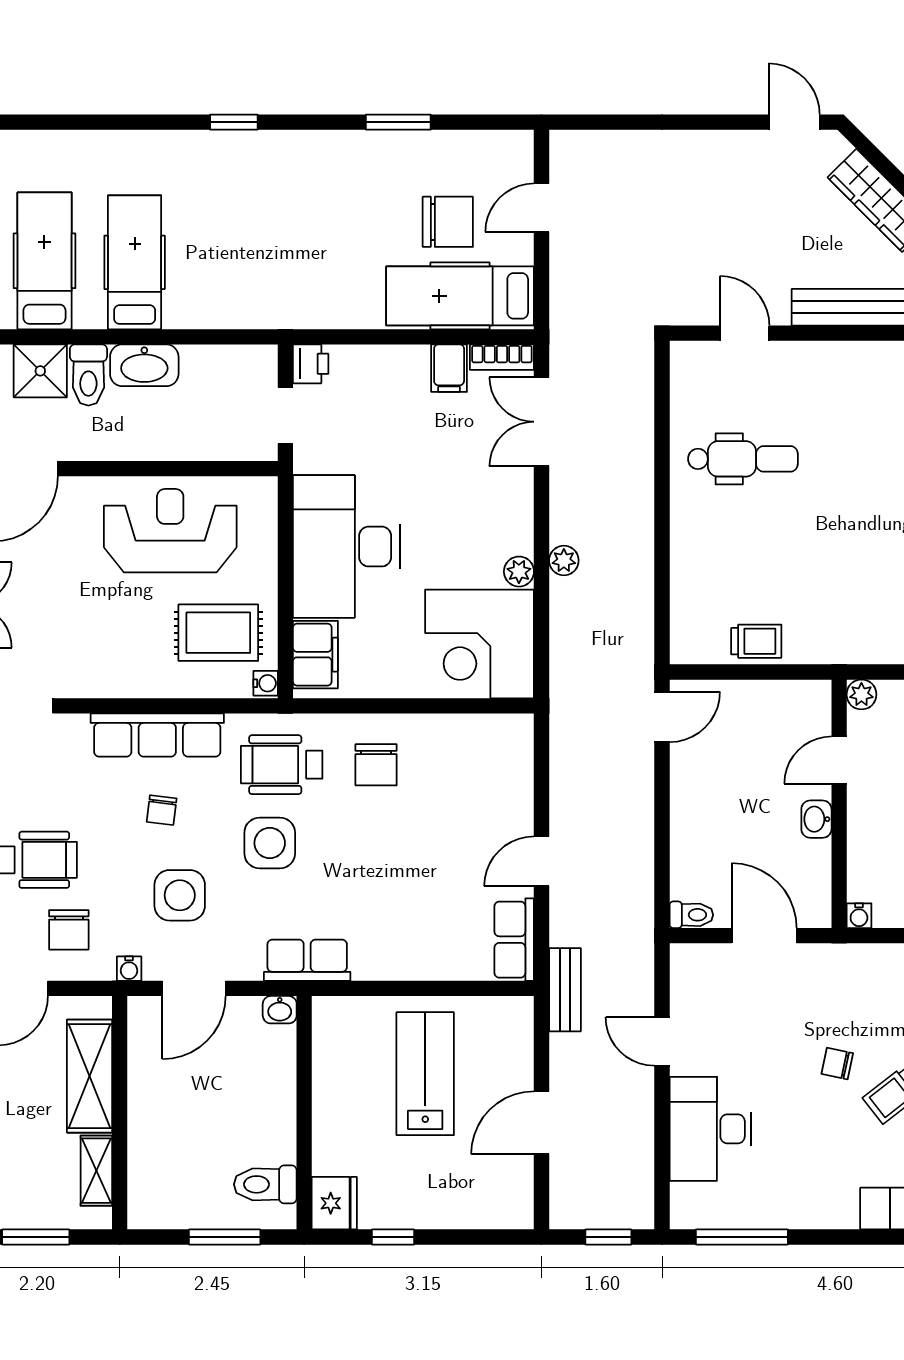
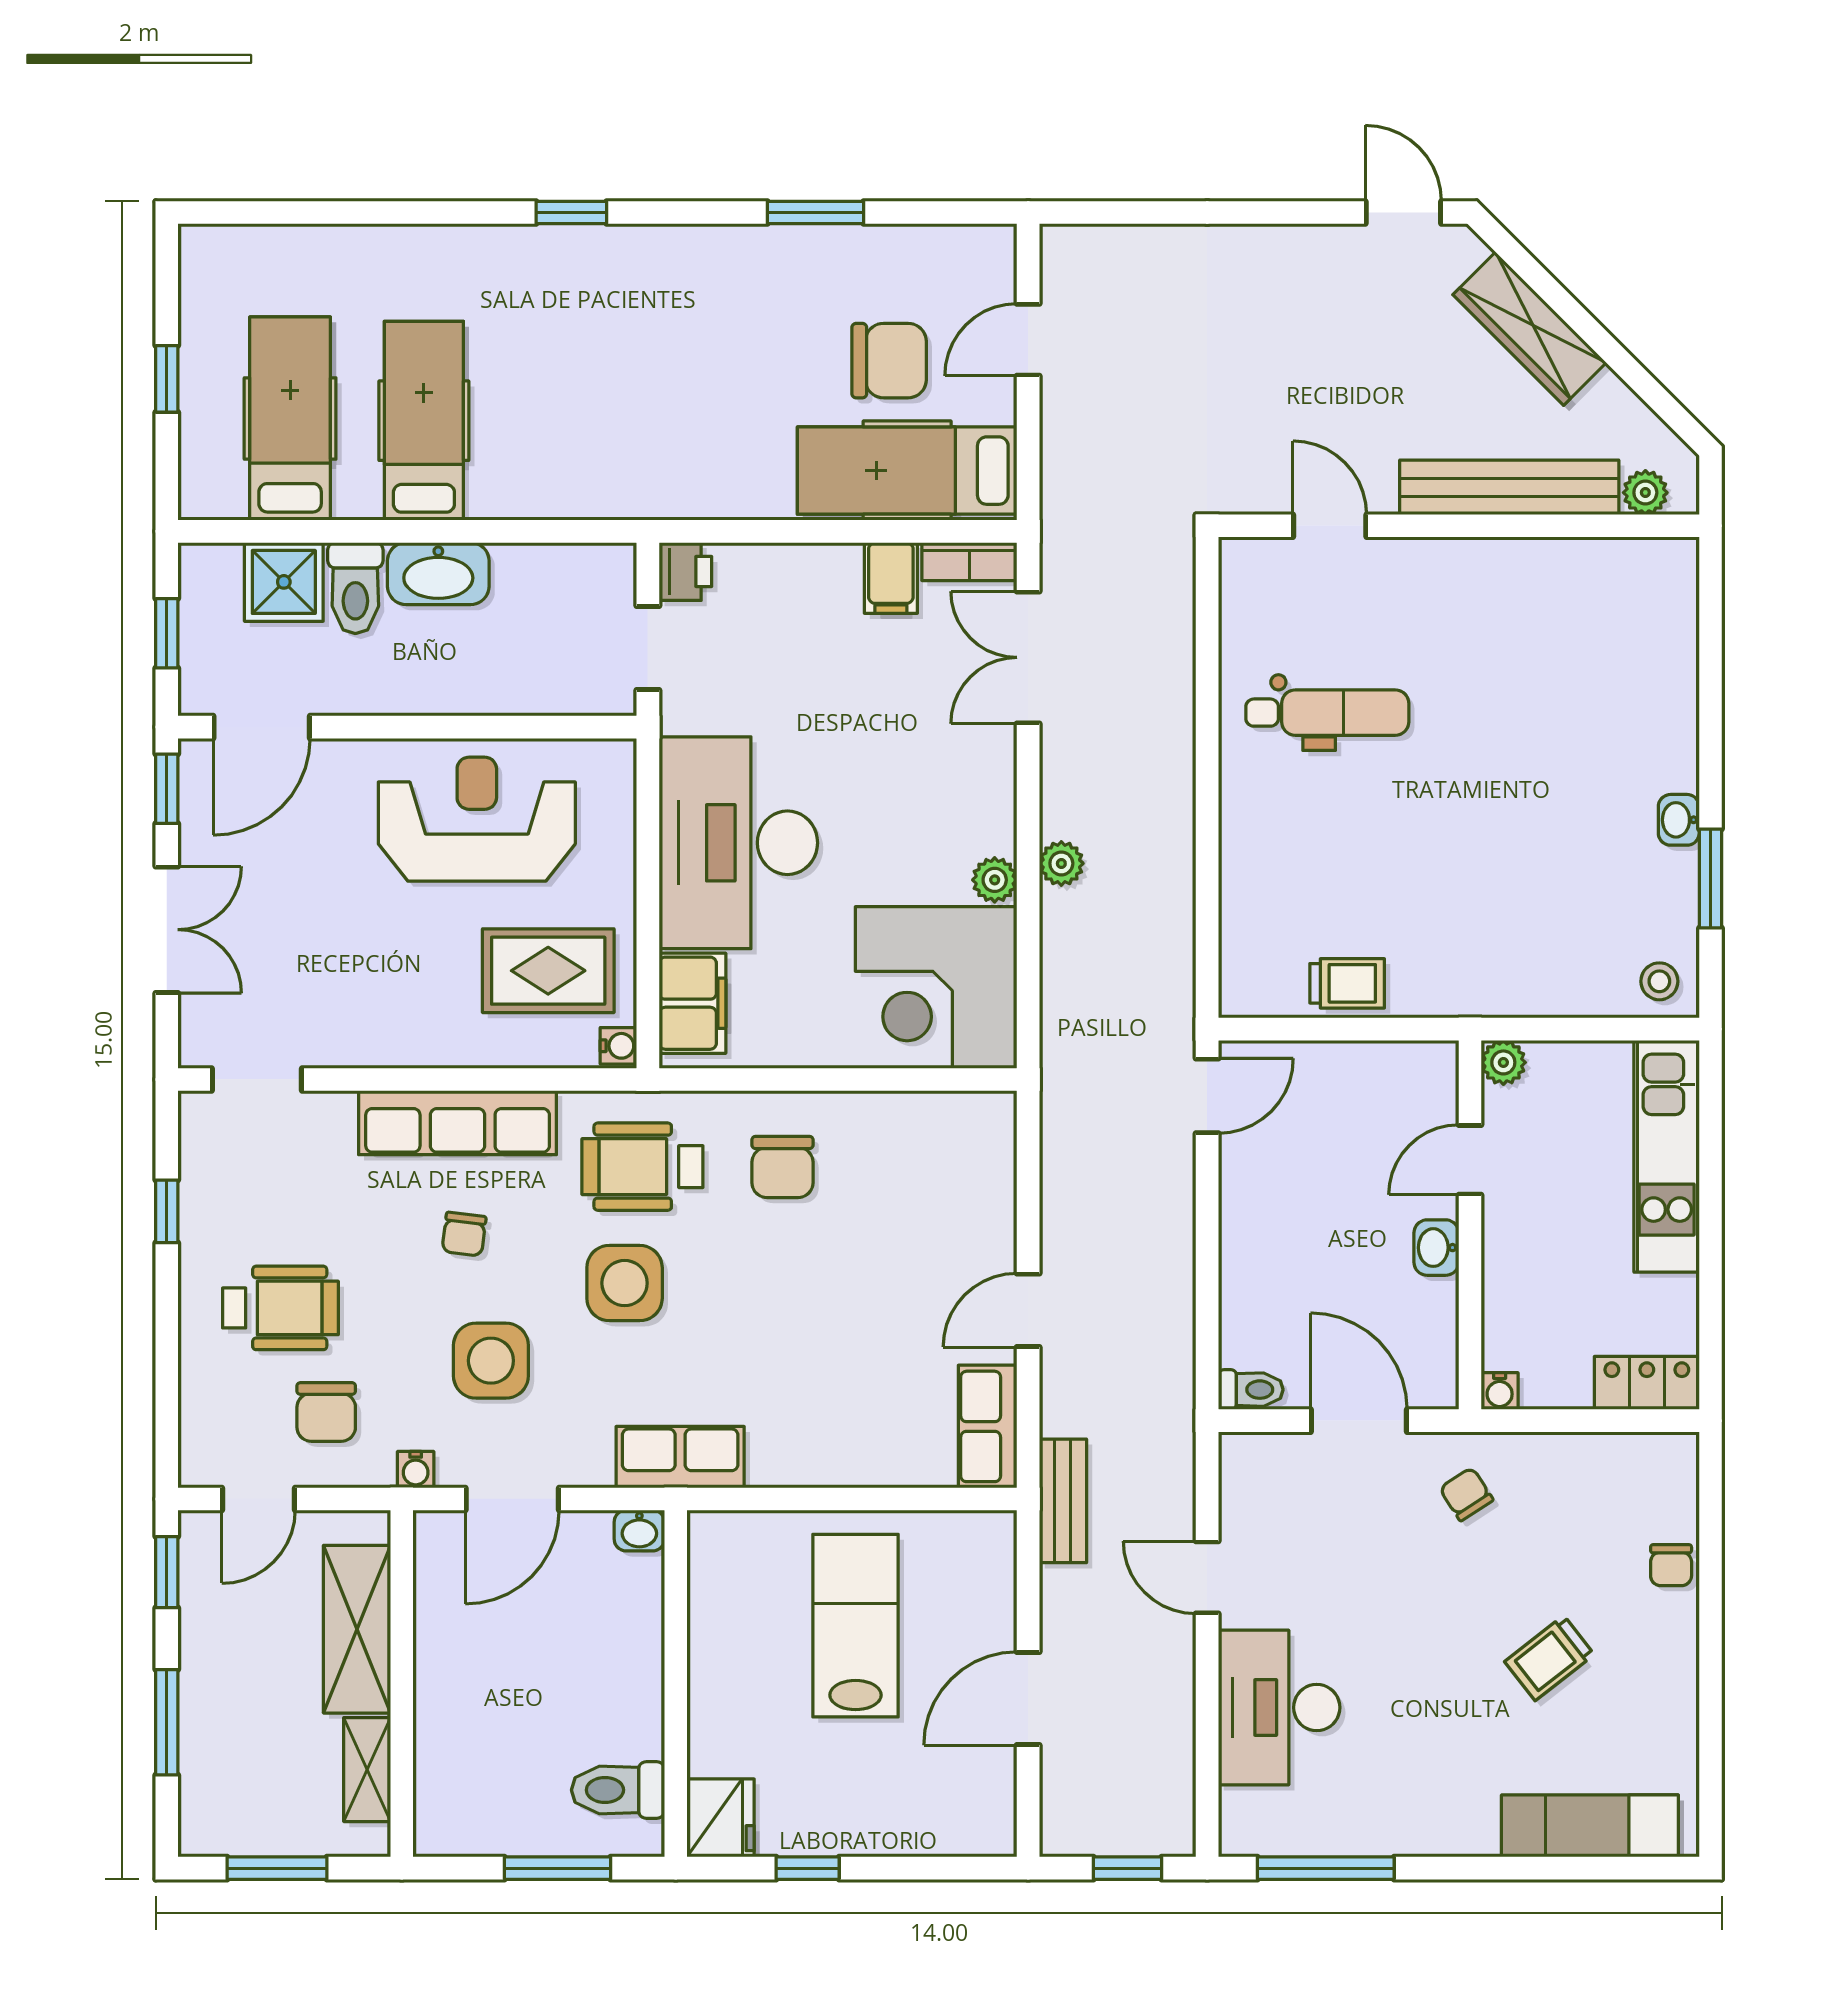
chair: (837, 1064) -> (1466, 1494), moved, turned 45

